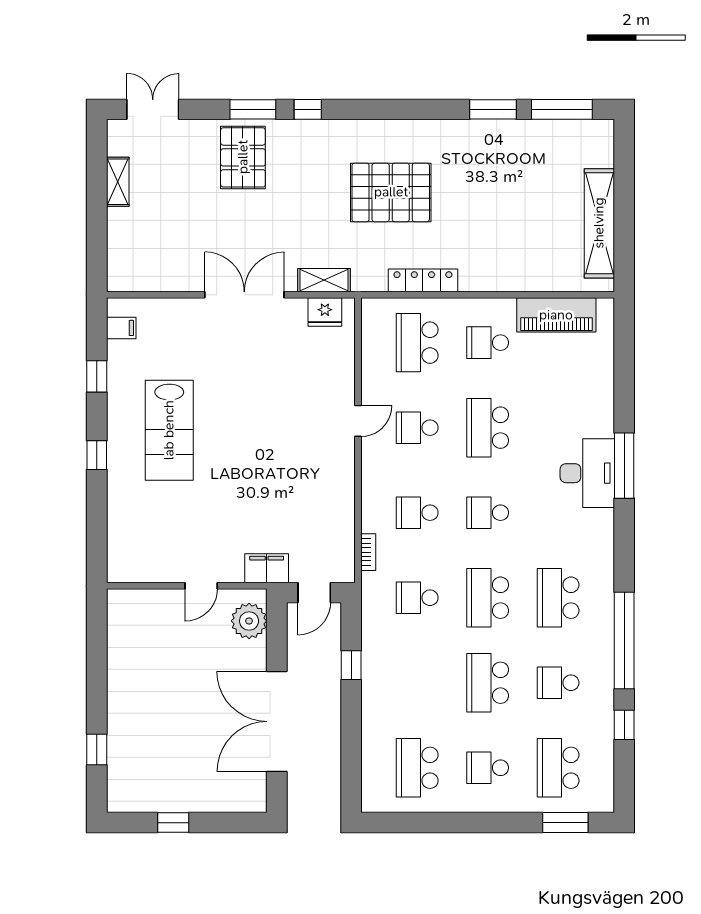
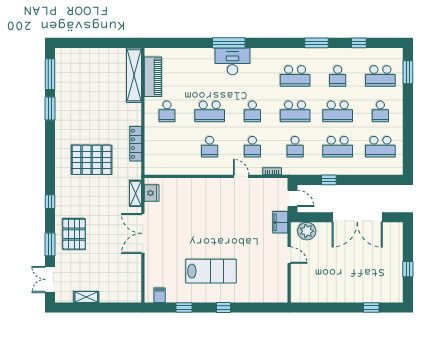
window: (253, 109) -> (50, 244), moved
pallet: (243, 157) -> (74, 234), turned 90
pallet: (391, 192) -> (92, 160), turned 90
shelving: (599, 223) -> (134, 75), moved, turned 90
school desk: (417, 343) -> (338, 147), moved
door: (358, 421) -> (241, 176), moved
window: (624, 640) -> (316, 43), width x0.47

